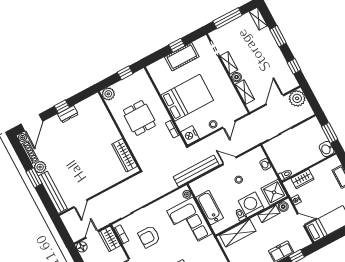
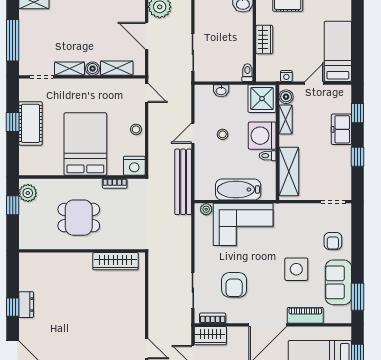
plant: (108, 94) -> (28, 193), moved
door: (229, 124) -> (147, 93), moved
wardrobe: (302, 179) -> (264, 40), moved

